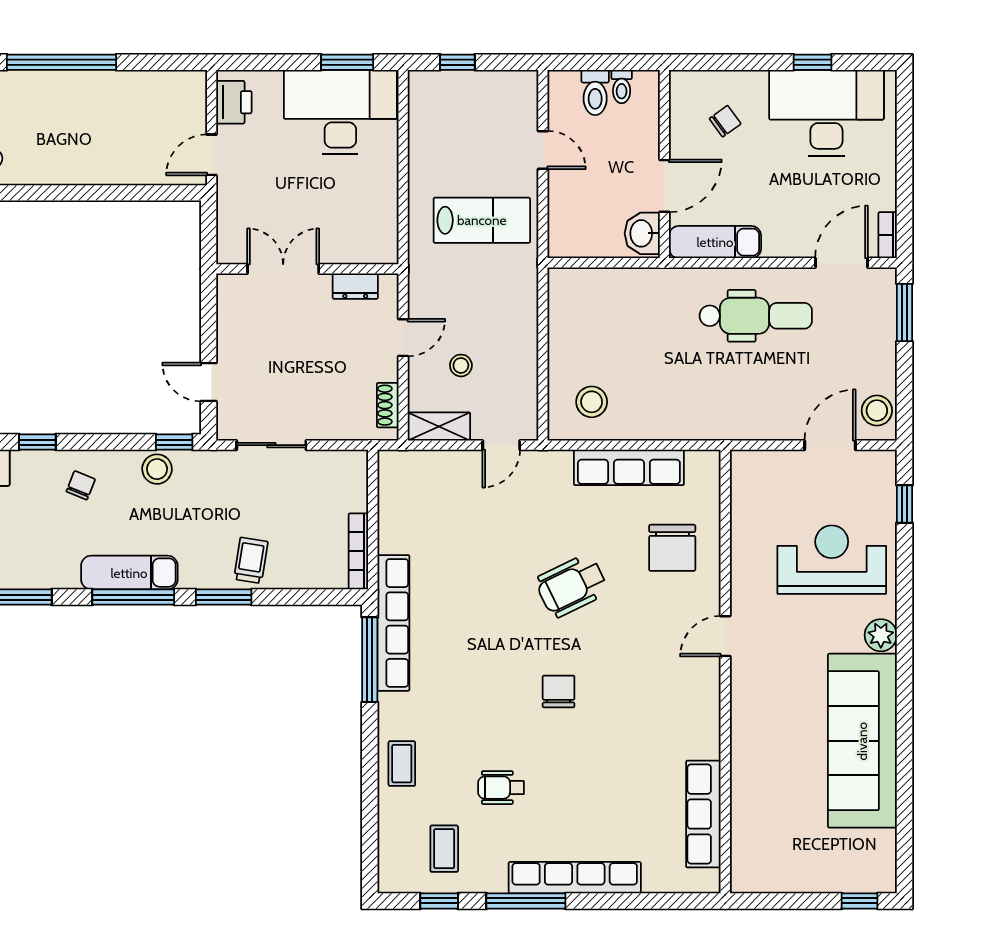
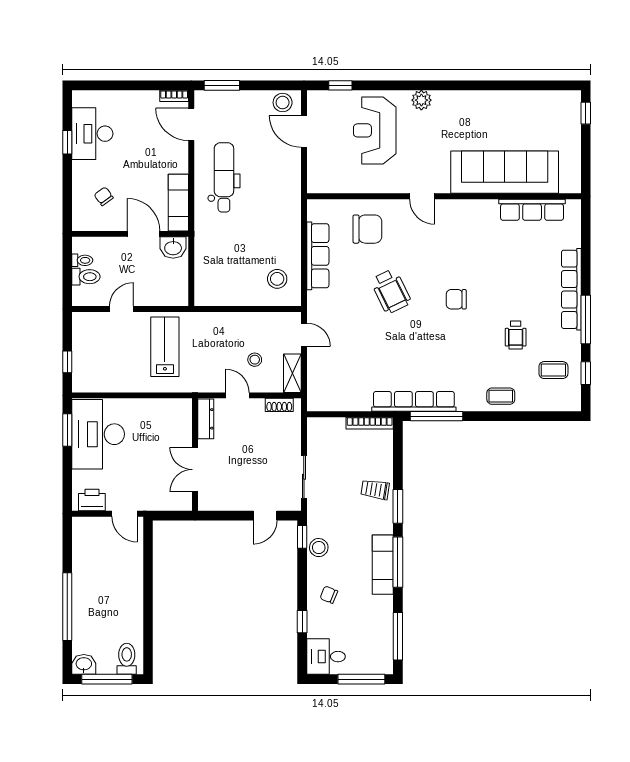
desk: (826, 113) -> (92, 134), width x0.73, depth x0.77
dresser: (355, 286) -> (206, 419), width x1.44
sofa: (862, 741) -> (505, 172), moved, turned 180

